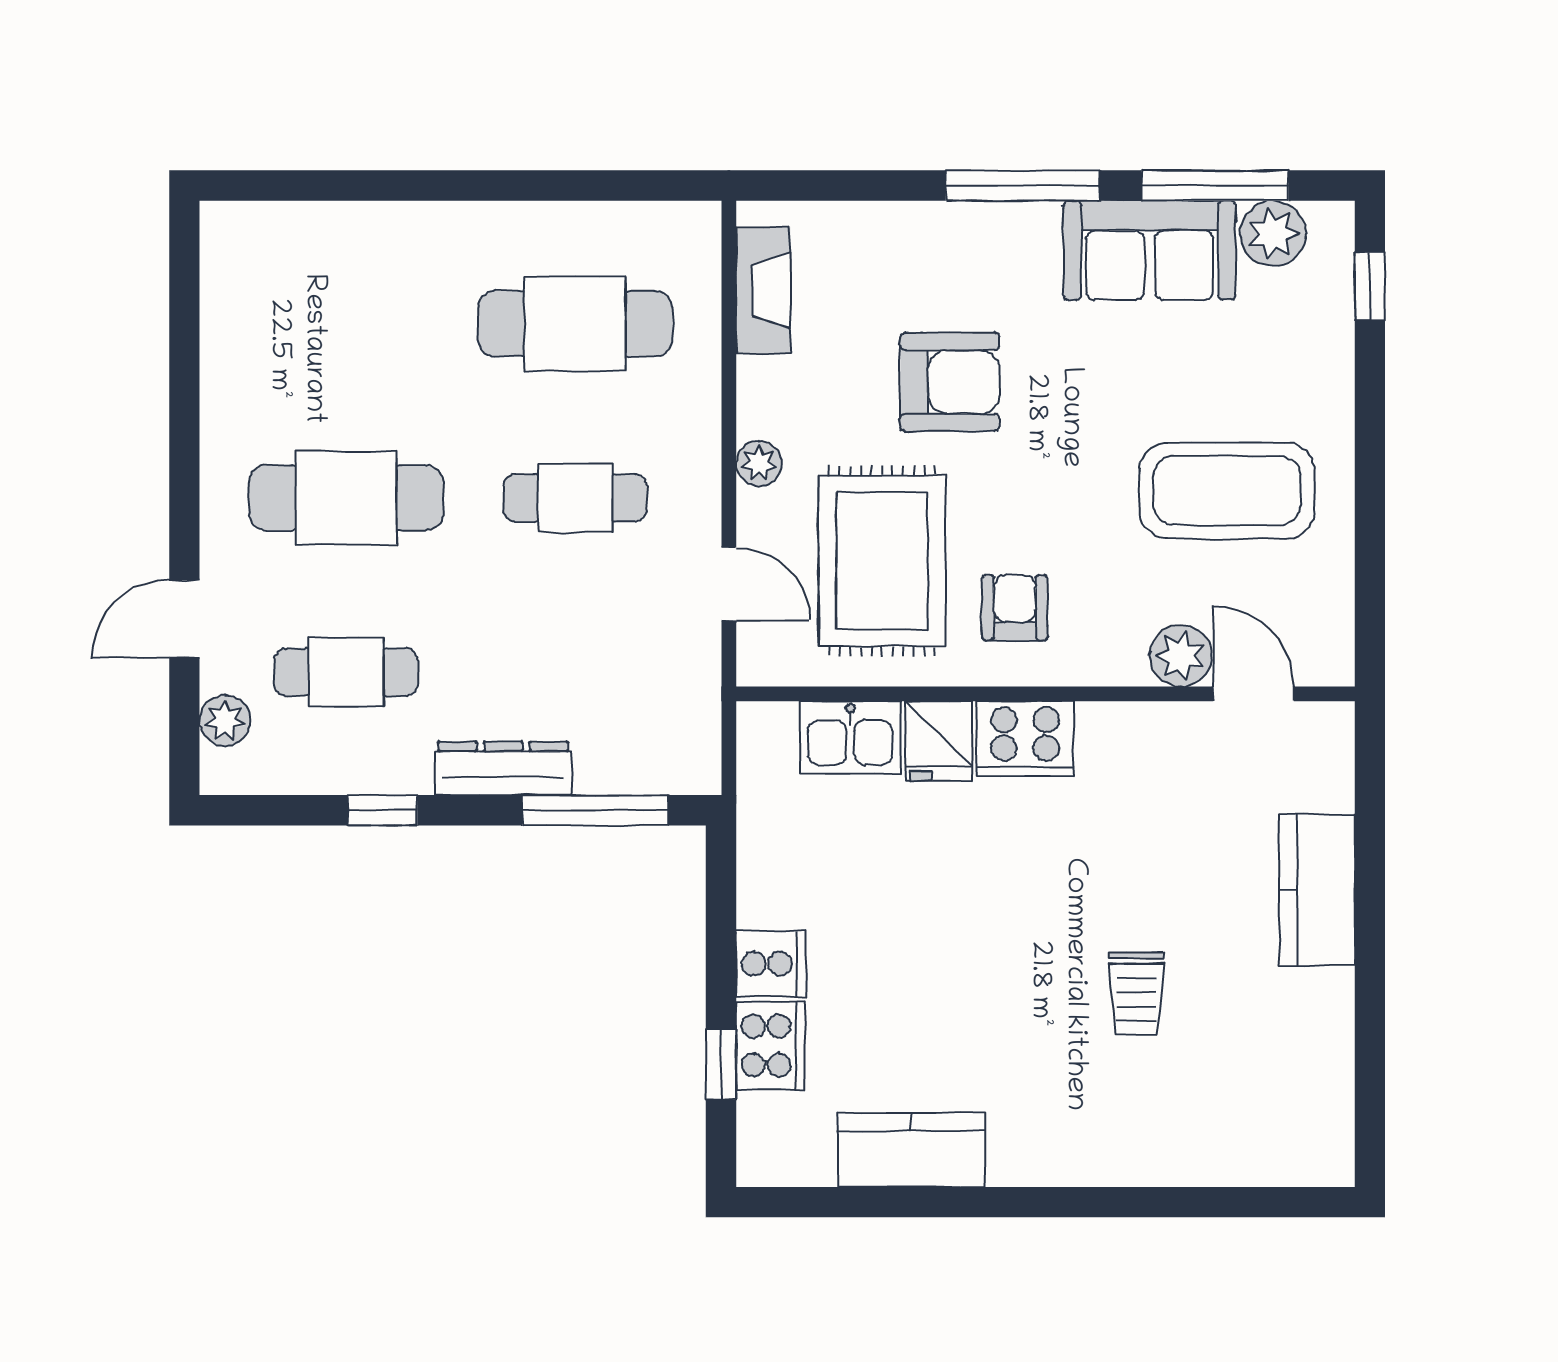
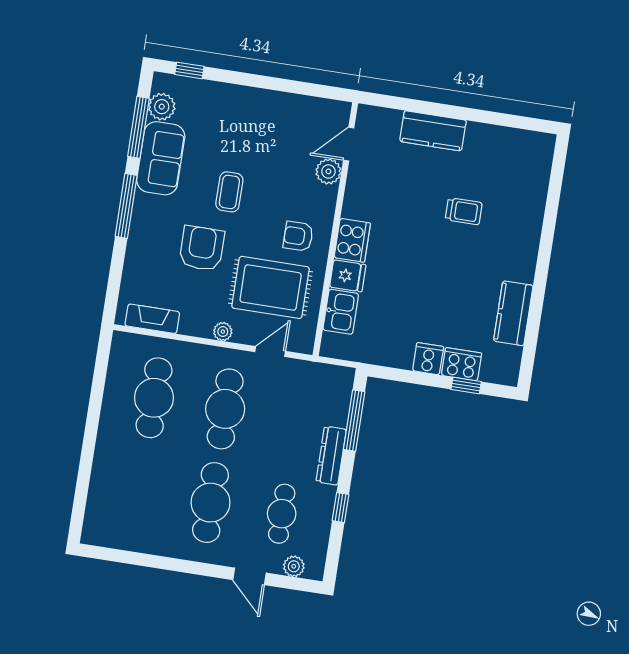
coffee table: (1227, 491) -> (229, 192), moved, width x0.54, depth x0.58
cafe table: (575, 498) -> (225, 409), width x1.37, depth x1.35

